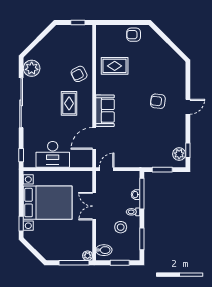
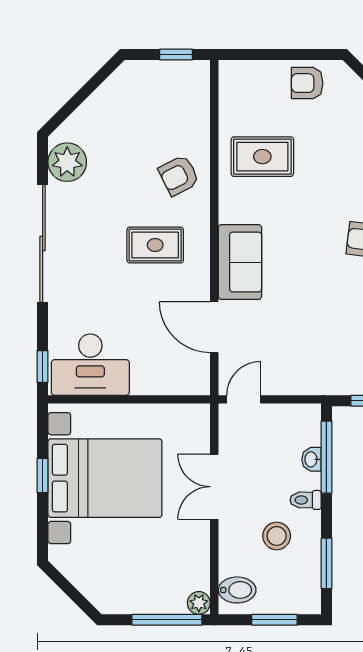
rug: (69, 103) -> (155, 245), turned 90
door: (94, 138) -> (214, 327), hinge flipped
desk: (53, 154) -> (90, 365), moved
window: (21, 224) -> (43, 475), moved

